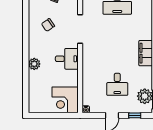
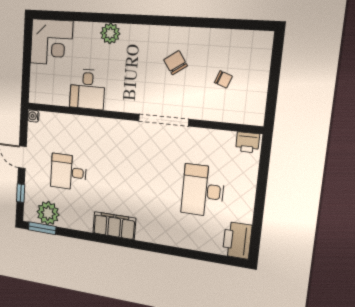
desk: (67, 59) -> (87, 89), moved
corner desk: (65, 100) -> (51, 42), moved, turned 180

